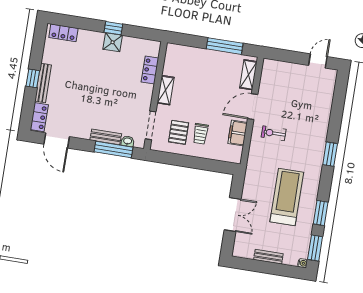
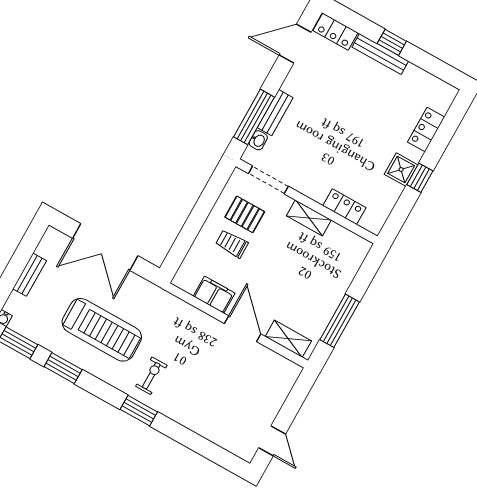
locker: (63, 33) -> (426, 130), moved
exercise bike: (274, 133) -> (151, 376), moved
double door: (233, 215) -> (105, 247), width x1.37

